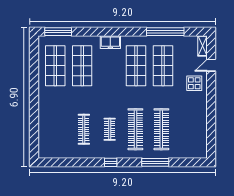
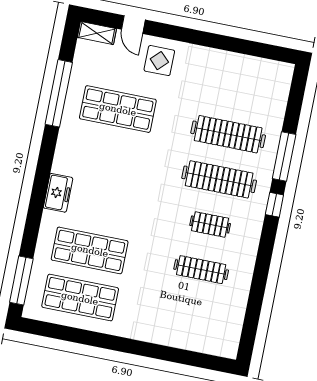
shop shelf: (136, 66) -> (108, 156), removed
window: (111, 162) -> (274, 205), moved

